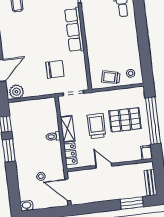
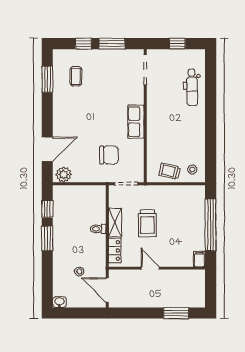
row of seats: (74, 30) -> (136, 122), width x0.68
pallet: (125, 120) -> (180, 220), removed
trolley: (96, 126) -> (147, 223), turned 180
bench: (151, 183) -> (200, 293), removed

